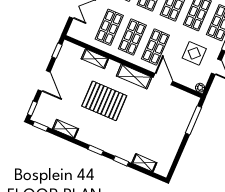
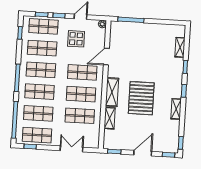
shelving: (134, 77) -> (112, 92), moved
shelving: (66, 129) -> (176, 109), moved

